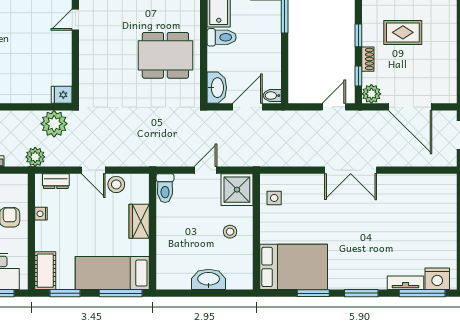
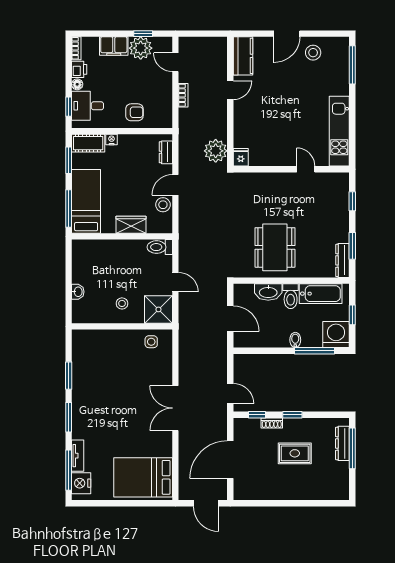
rug: (403, 32) -> (295, 453), turned 90
washbasin: (217, 88) -> (268, 292), moved
plant: (371, 94) -> (242, 426), removed
bidet: (272, 96) -> (295, 340), moved
plant: (35, 157) -> (187, 134), removed
nightstand: (41, 214) -> (112, 140), moved
bed: (294, 267) -> (143, 477), moved, turned 90
washbasin: (209, 279) -> (78, 292), width x0.52, depth x0.69

